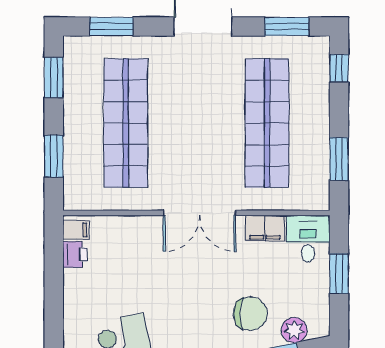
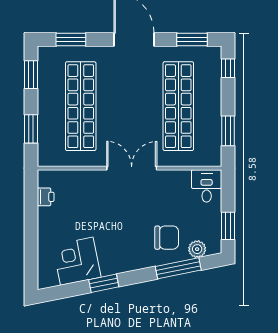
double door: (200, 213) -> (132, 168), swing flipped
filing cabinet: (265, 228) -> (177, 179), removed
filing cabinet: (76, 230) -> (46, 180), removed
window: (339, 274) -> (228, 226), moved

